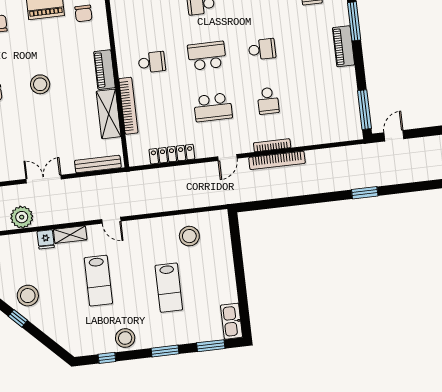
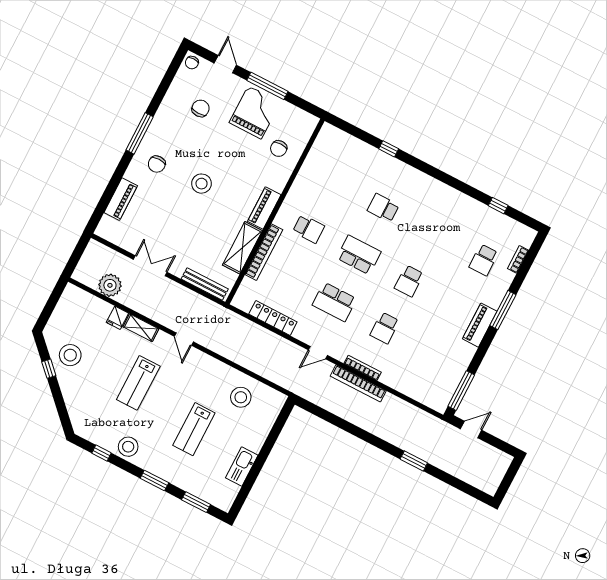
school desk: (262, 49) -> (409, 281), turned 90
kitchen sink: (232, 321) -> (242, 466), moved

